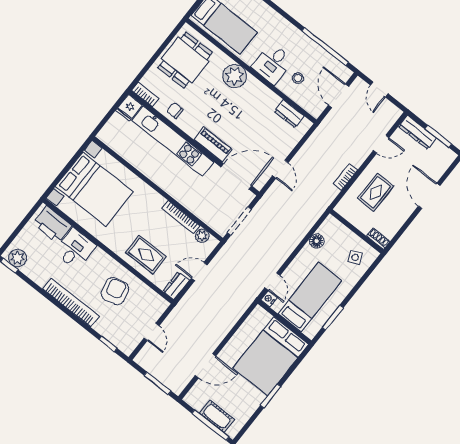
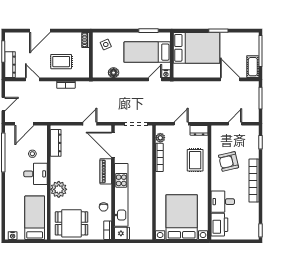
dresser: (289, 114) -> (56, 143), width x1.44
plant: (18, 258) -> (253, 229), removed
door: (199, 271) -> (181, 124), swing flipped
cot: (217, 416) -> (253, 67), moved

